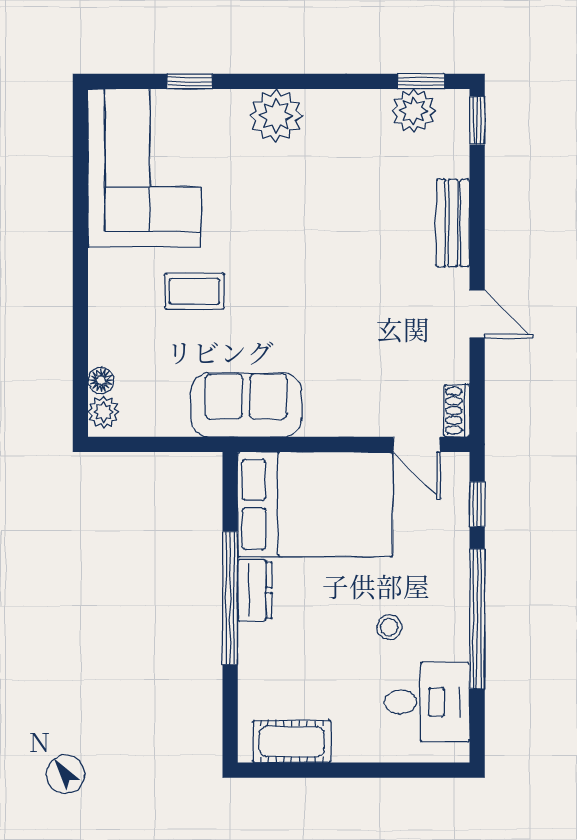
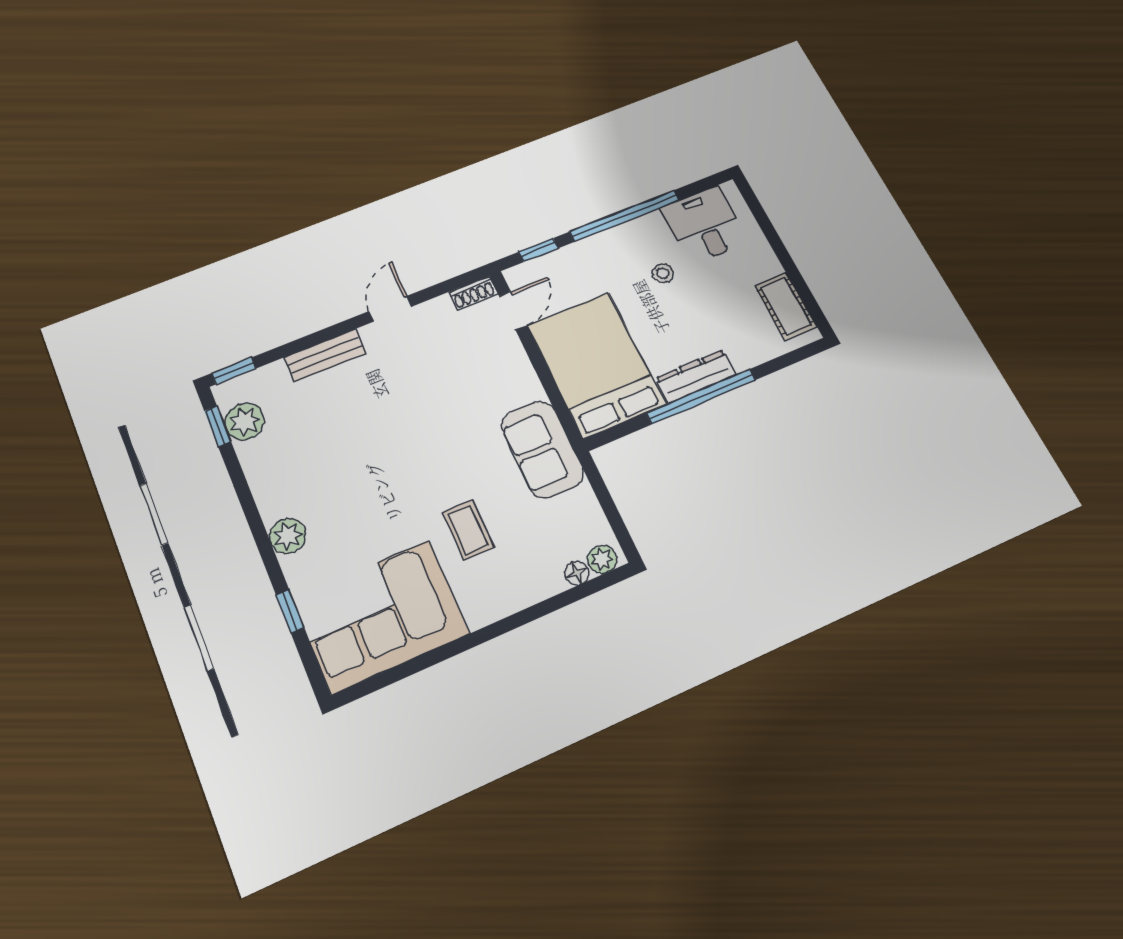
plant: (276, 116) -> (288, 536), width x0.73, depth x0.73
dresser: (255, 590) -> (696, 376), width x1.44

